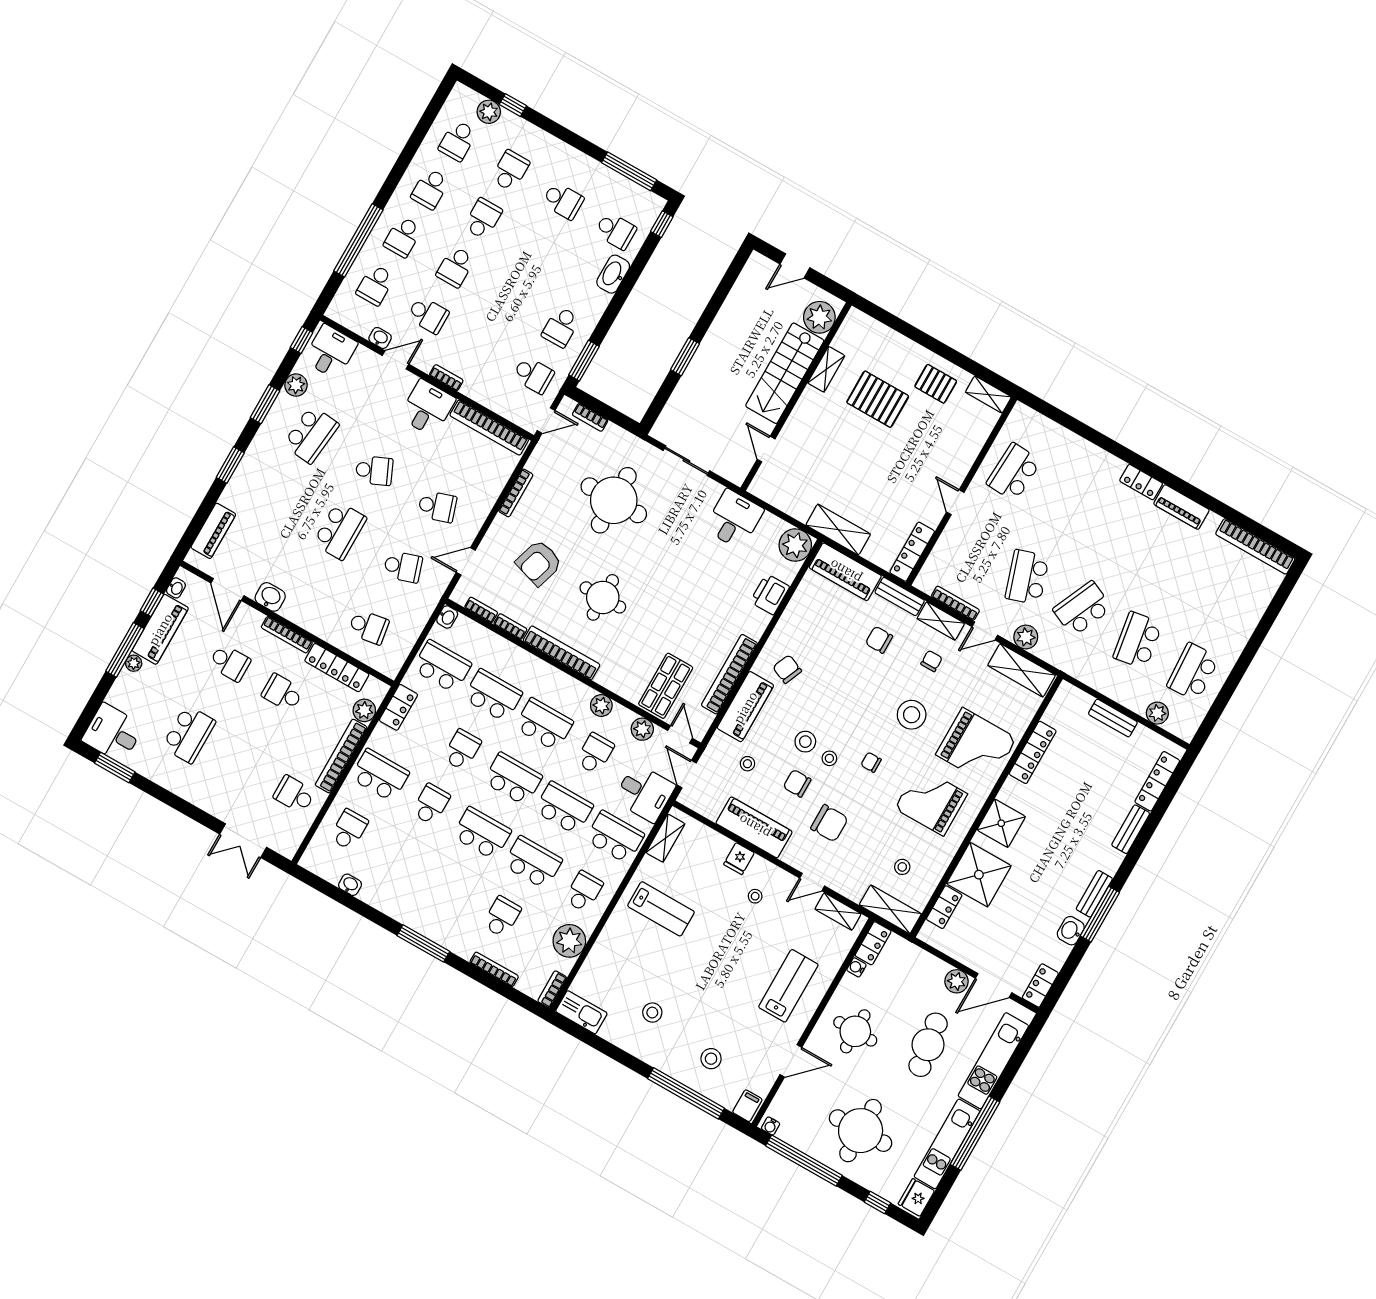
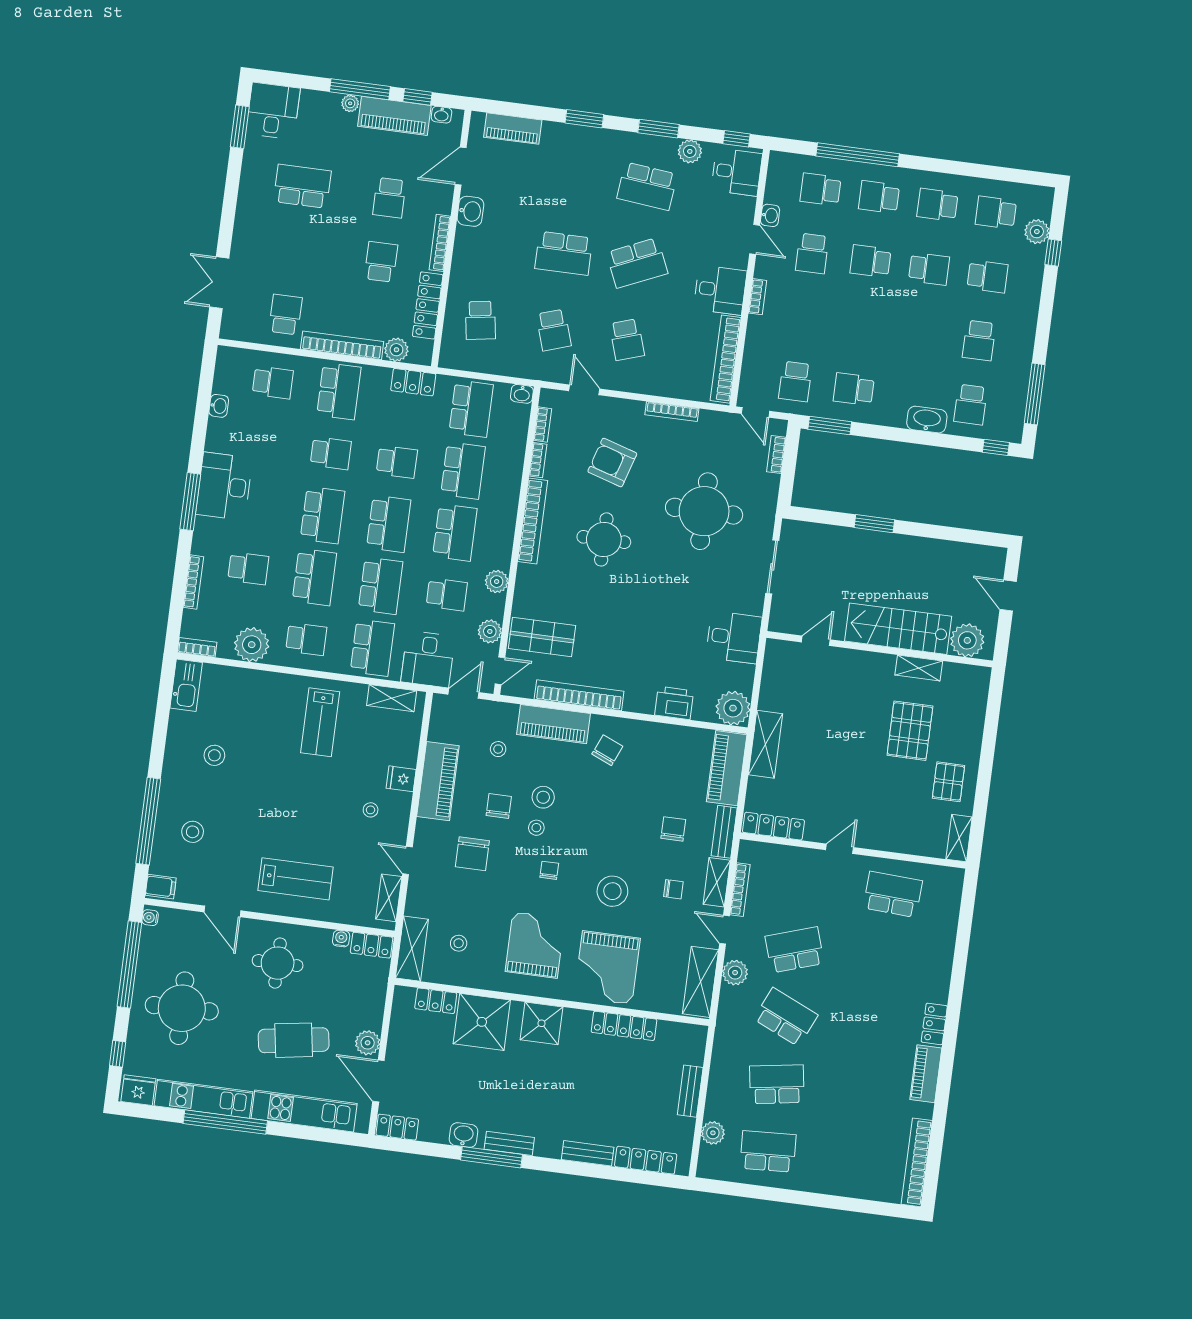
school desk: (374, 471) -> (637, 263), width x1.85
school desk: (189, 734) -> (302, 186), turned 180
desk: (422, 908) -> (224, 486), added

